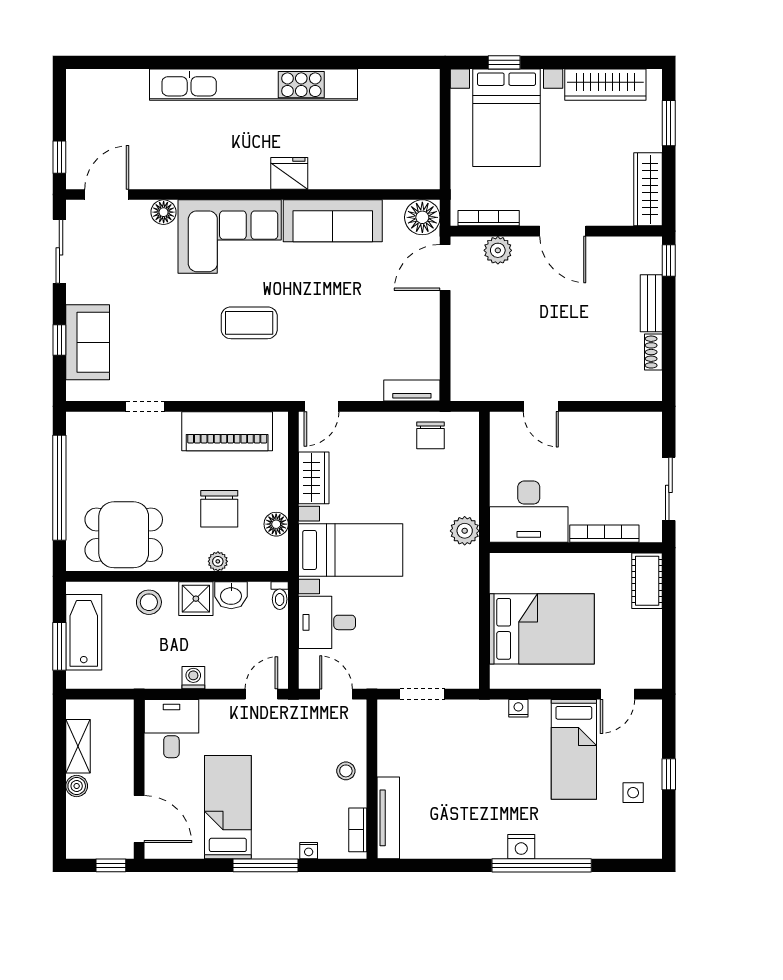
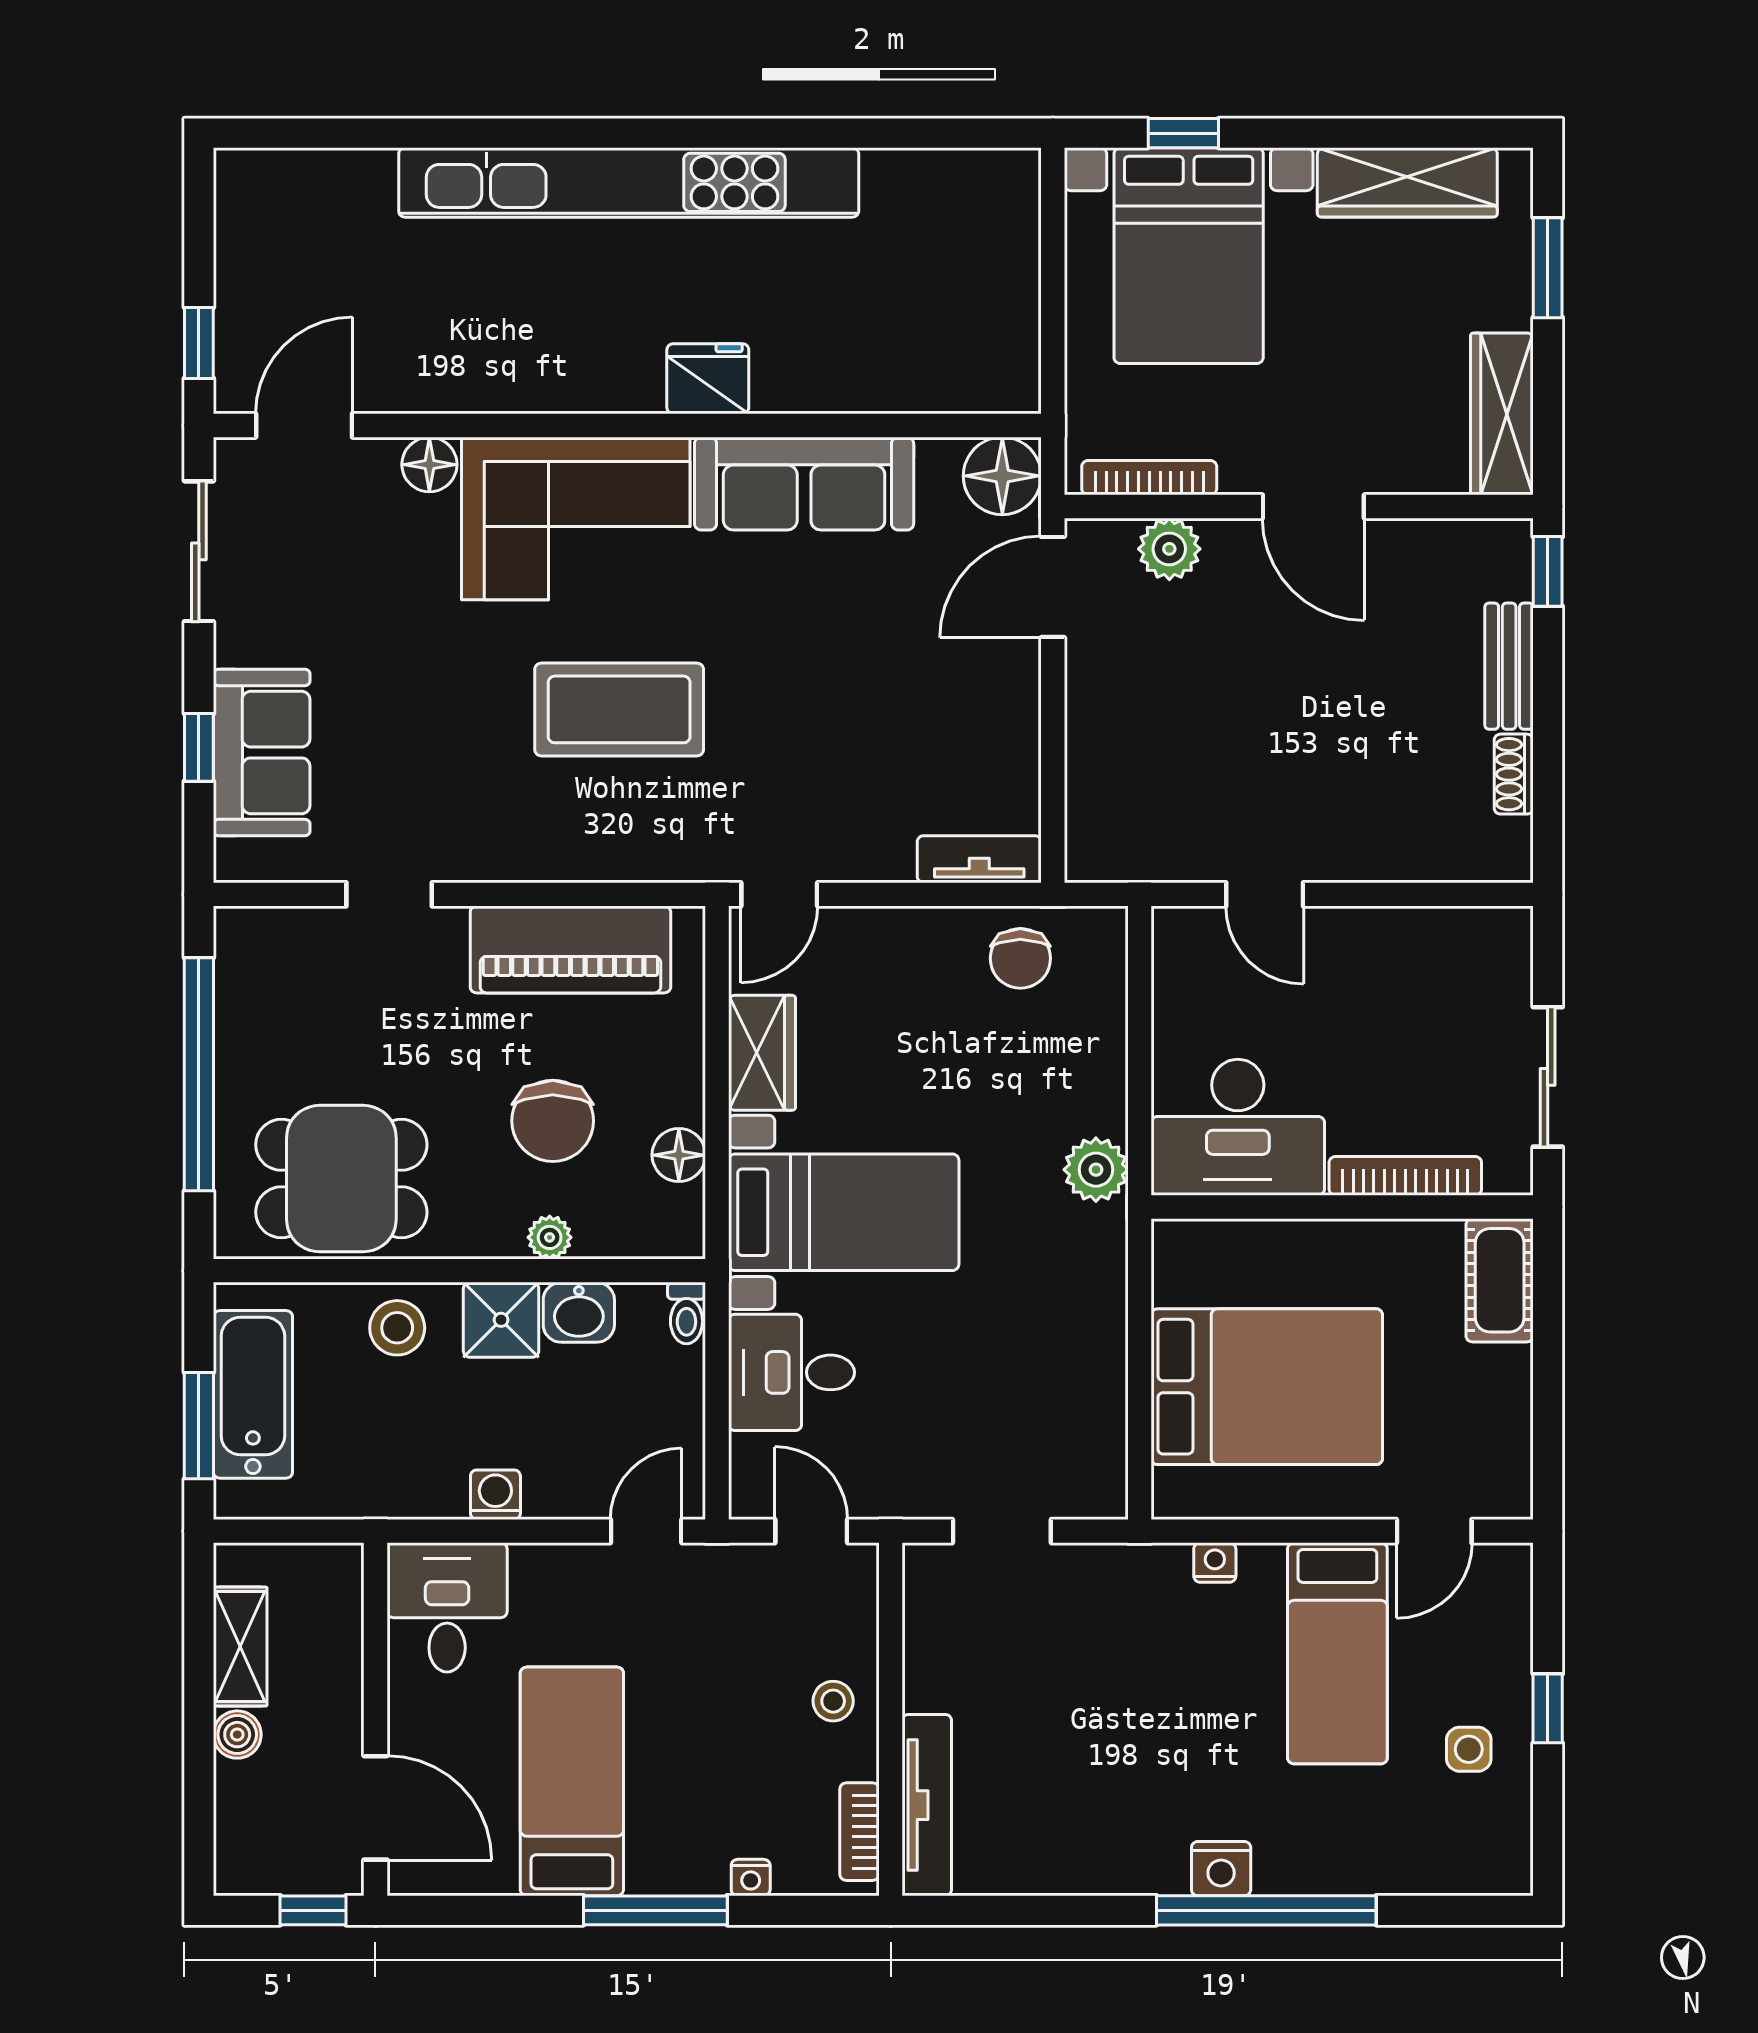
coffee table: (249, 323) -> (619, 709), width x1.36, depth x1.32

